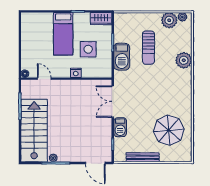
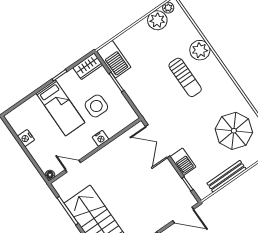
nightstand: (26, 38) -> (26, 138), added
sun lounger: (148, 48) -> (185, 77), moved
barbecue: (122, 57) -> (114, 59), moved

